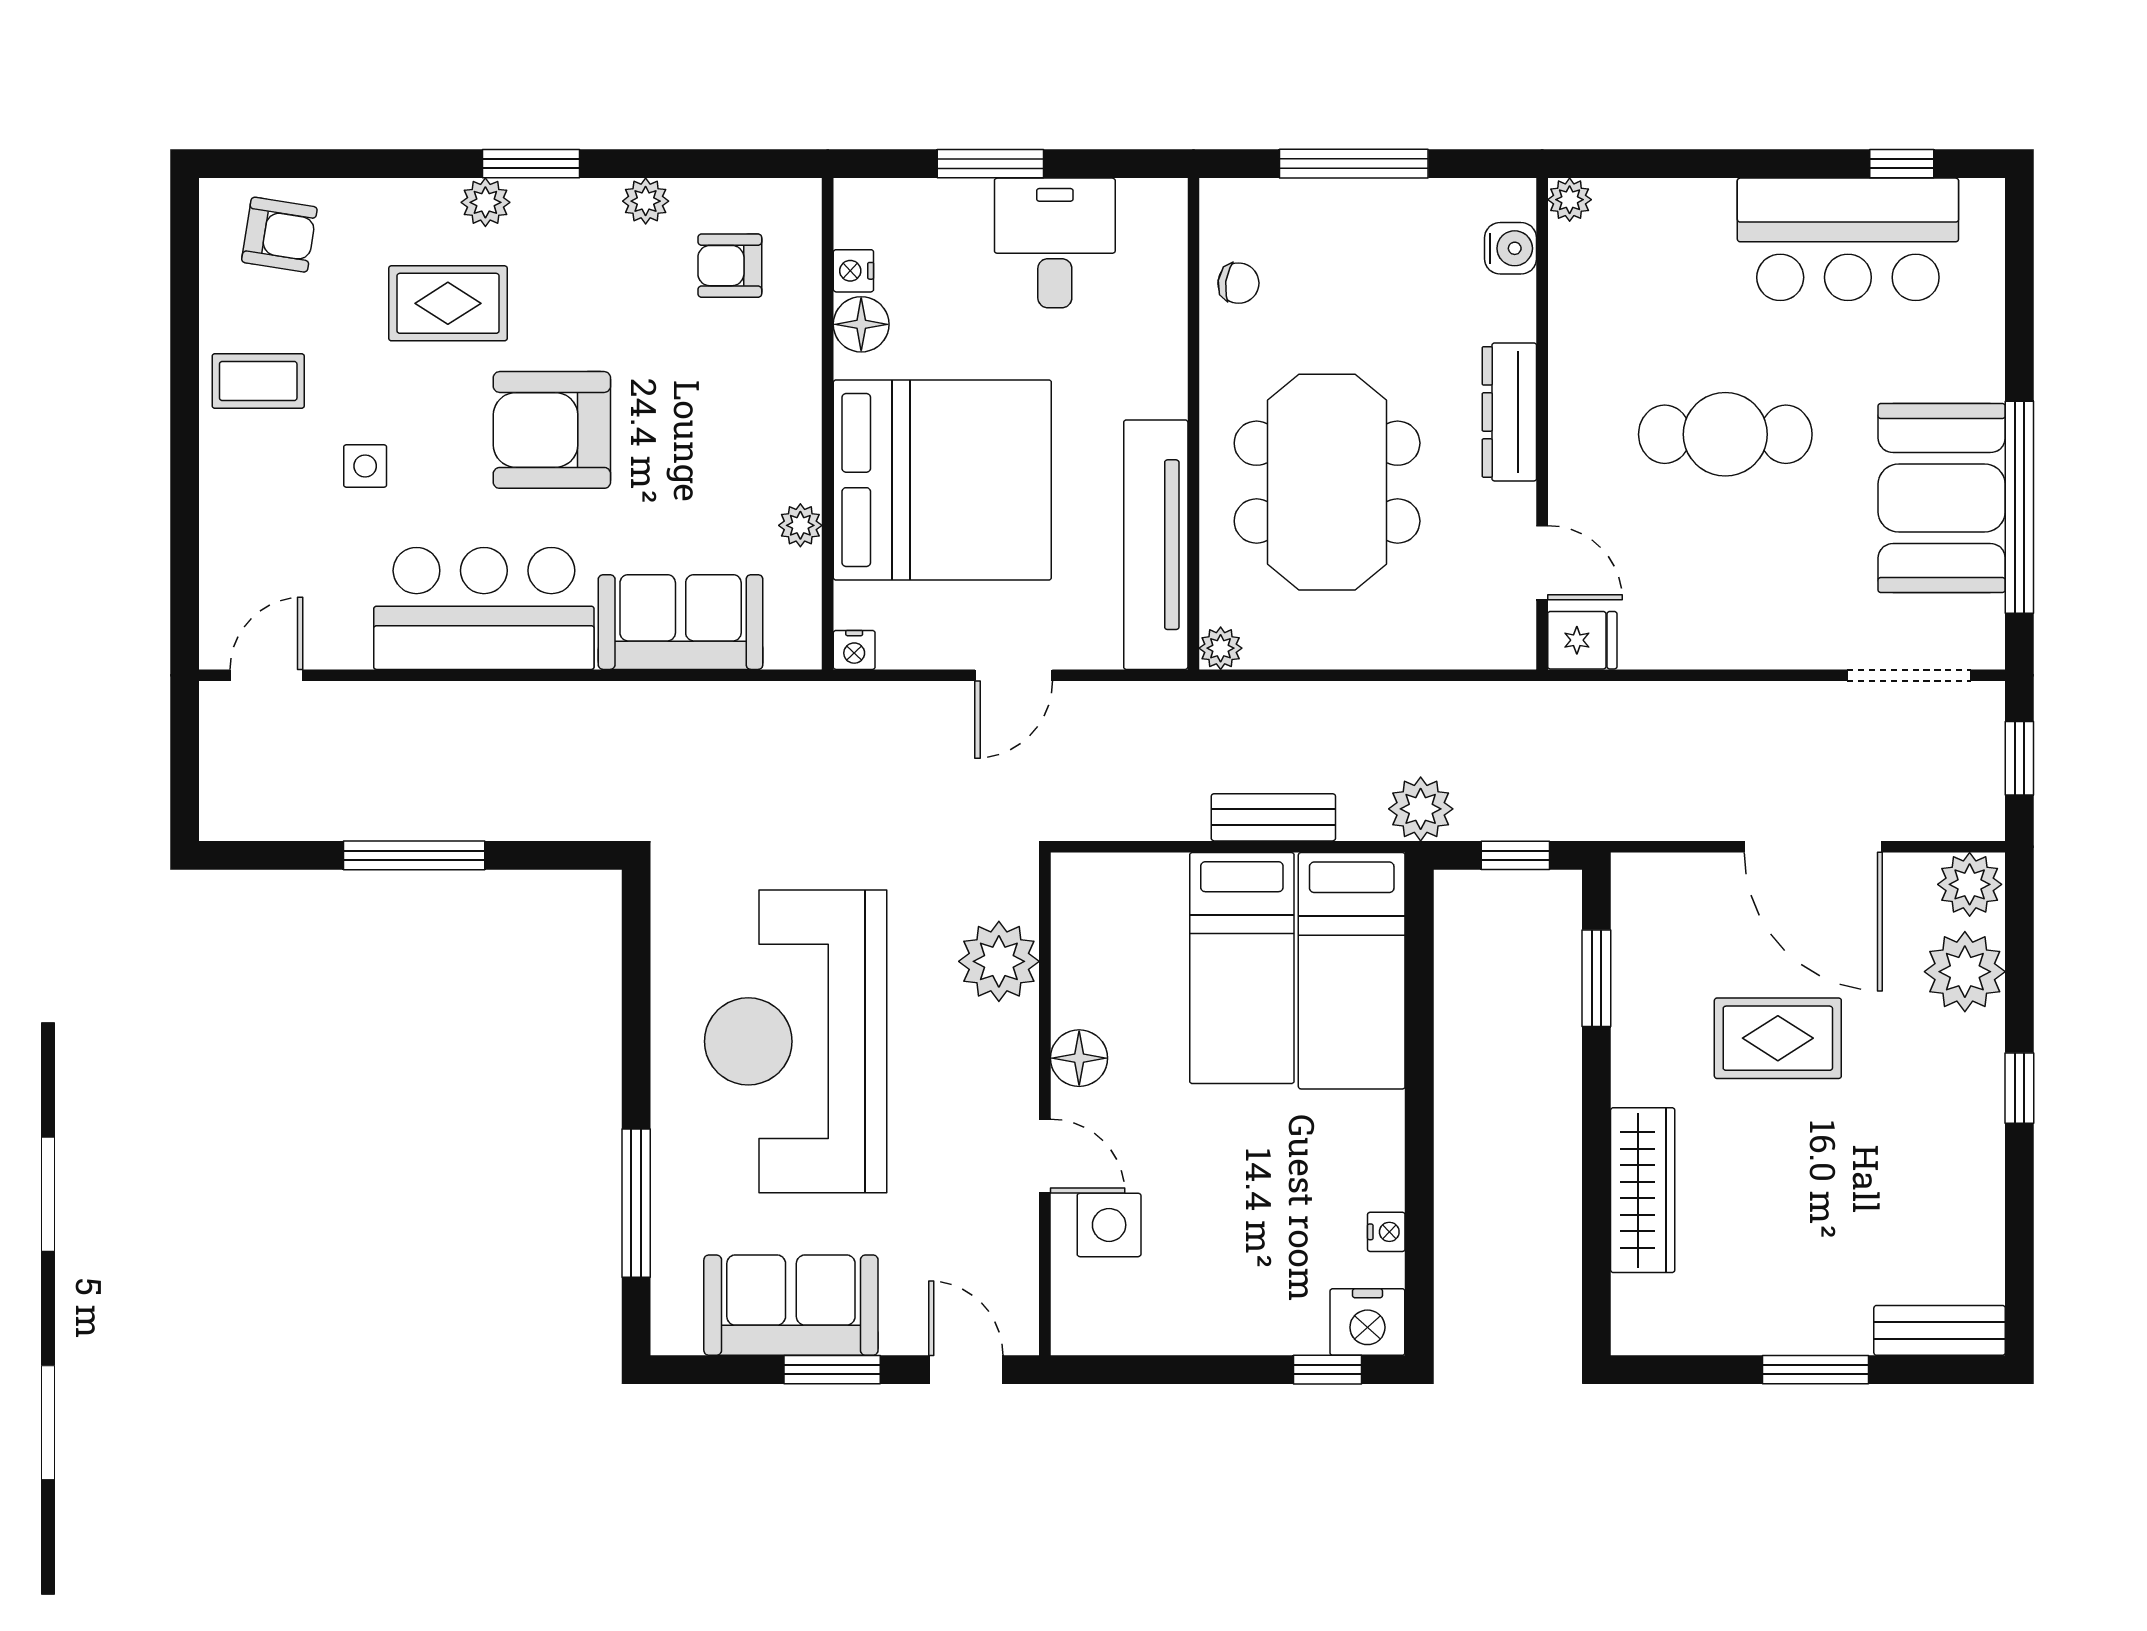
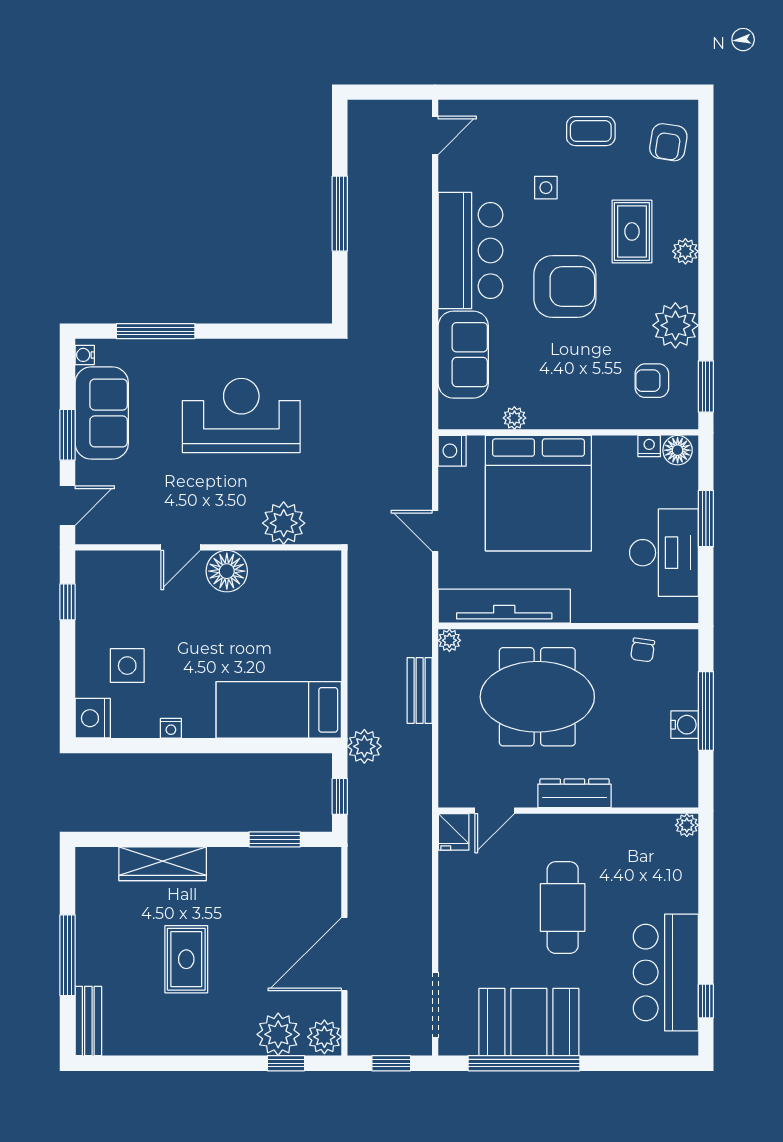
window: (531, 164) -> (706, 386), moved
plant: (646, 201) -> (675, 325), width x1.88, depth x1.88
desk: (1055, 243) -> (664, 553), width x1.37
water cooler: (1511, 248) -> (685, 725), moved, turned -90
armchair: (730, 266) -> (652, 381), turned -90
floor lamp: (861, 324) -> (678, 450), moved
coffee table: (258, 381) -> (591, 131), turned 90
armchair: (552, 430) -> (565, 286), turned 90
nightstand: (854, 650) -> (452, 451), width x1.39, depth x1.35
door: (266, 675) -> (435, 135), hinge flipped
bench: (1273, 817) -> (420, 691), moved
bed: (1242, 968) -> (280, 652), removed
rug: (1778, 1038) -> (186, 959), moved
reception desk: (796, 1041) -> (241, 415), width x0.74, depth x0.77
floor lamp: (1079, 1058) -> (227, 571), width x1.38, depth x1.38
window: (2019, 1088) -> (286, 1063), moved
side table: (1109, 1225) -> (127, 666), moved
nightstand: (1386, 1232) -> (171, 728), moved
water cooler: (681, 1337) -> (85, 355), added
window: (1327, 1370) -> (68, 602), moved
window: (1815, 1370) -> (68, 955), width x1.44

